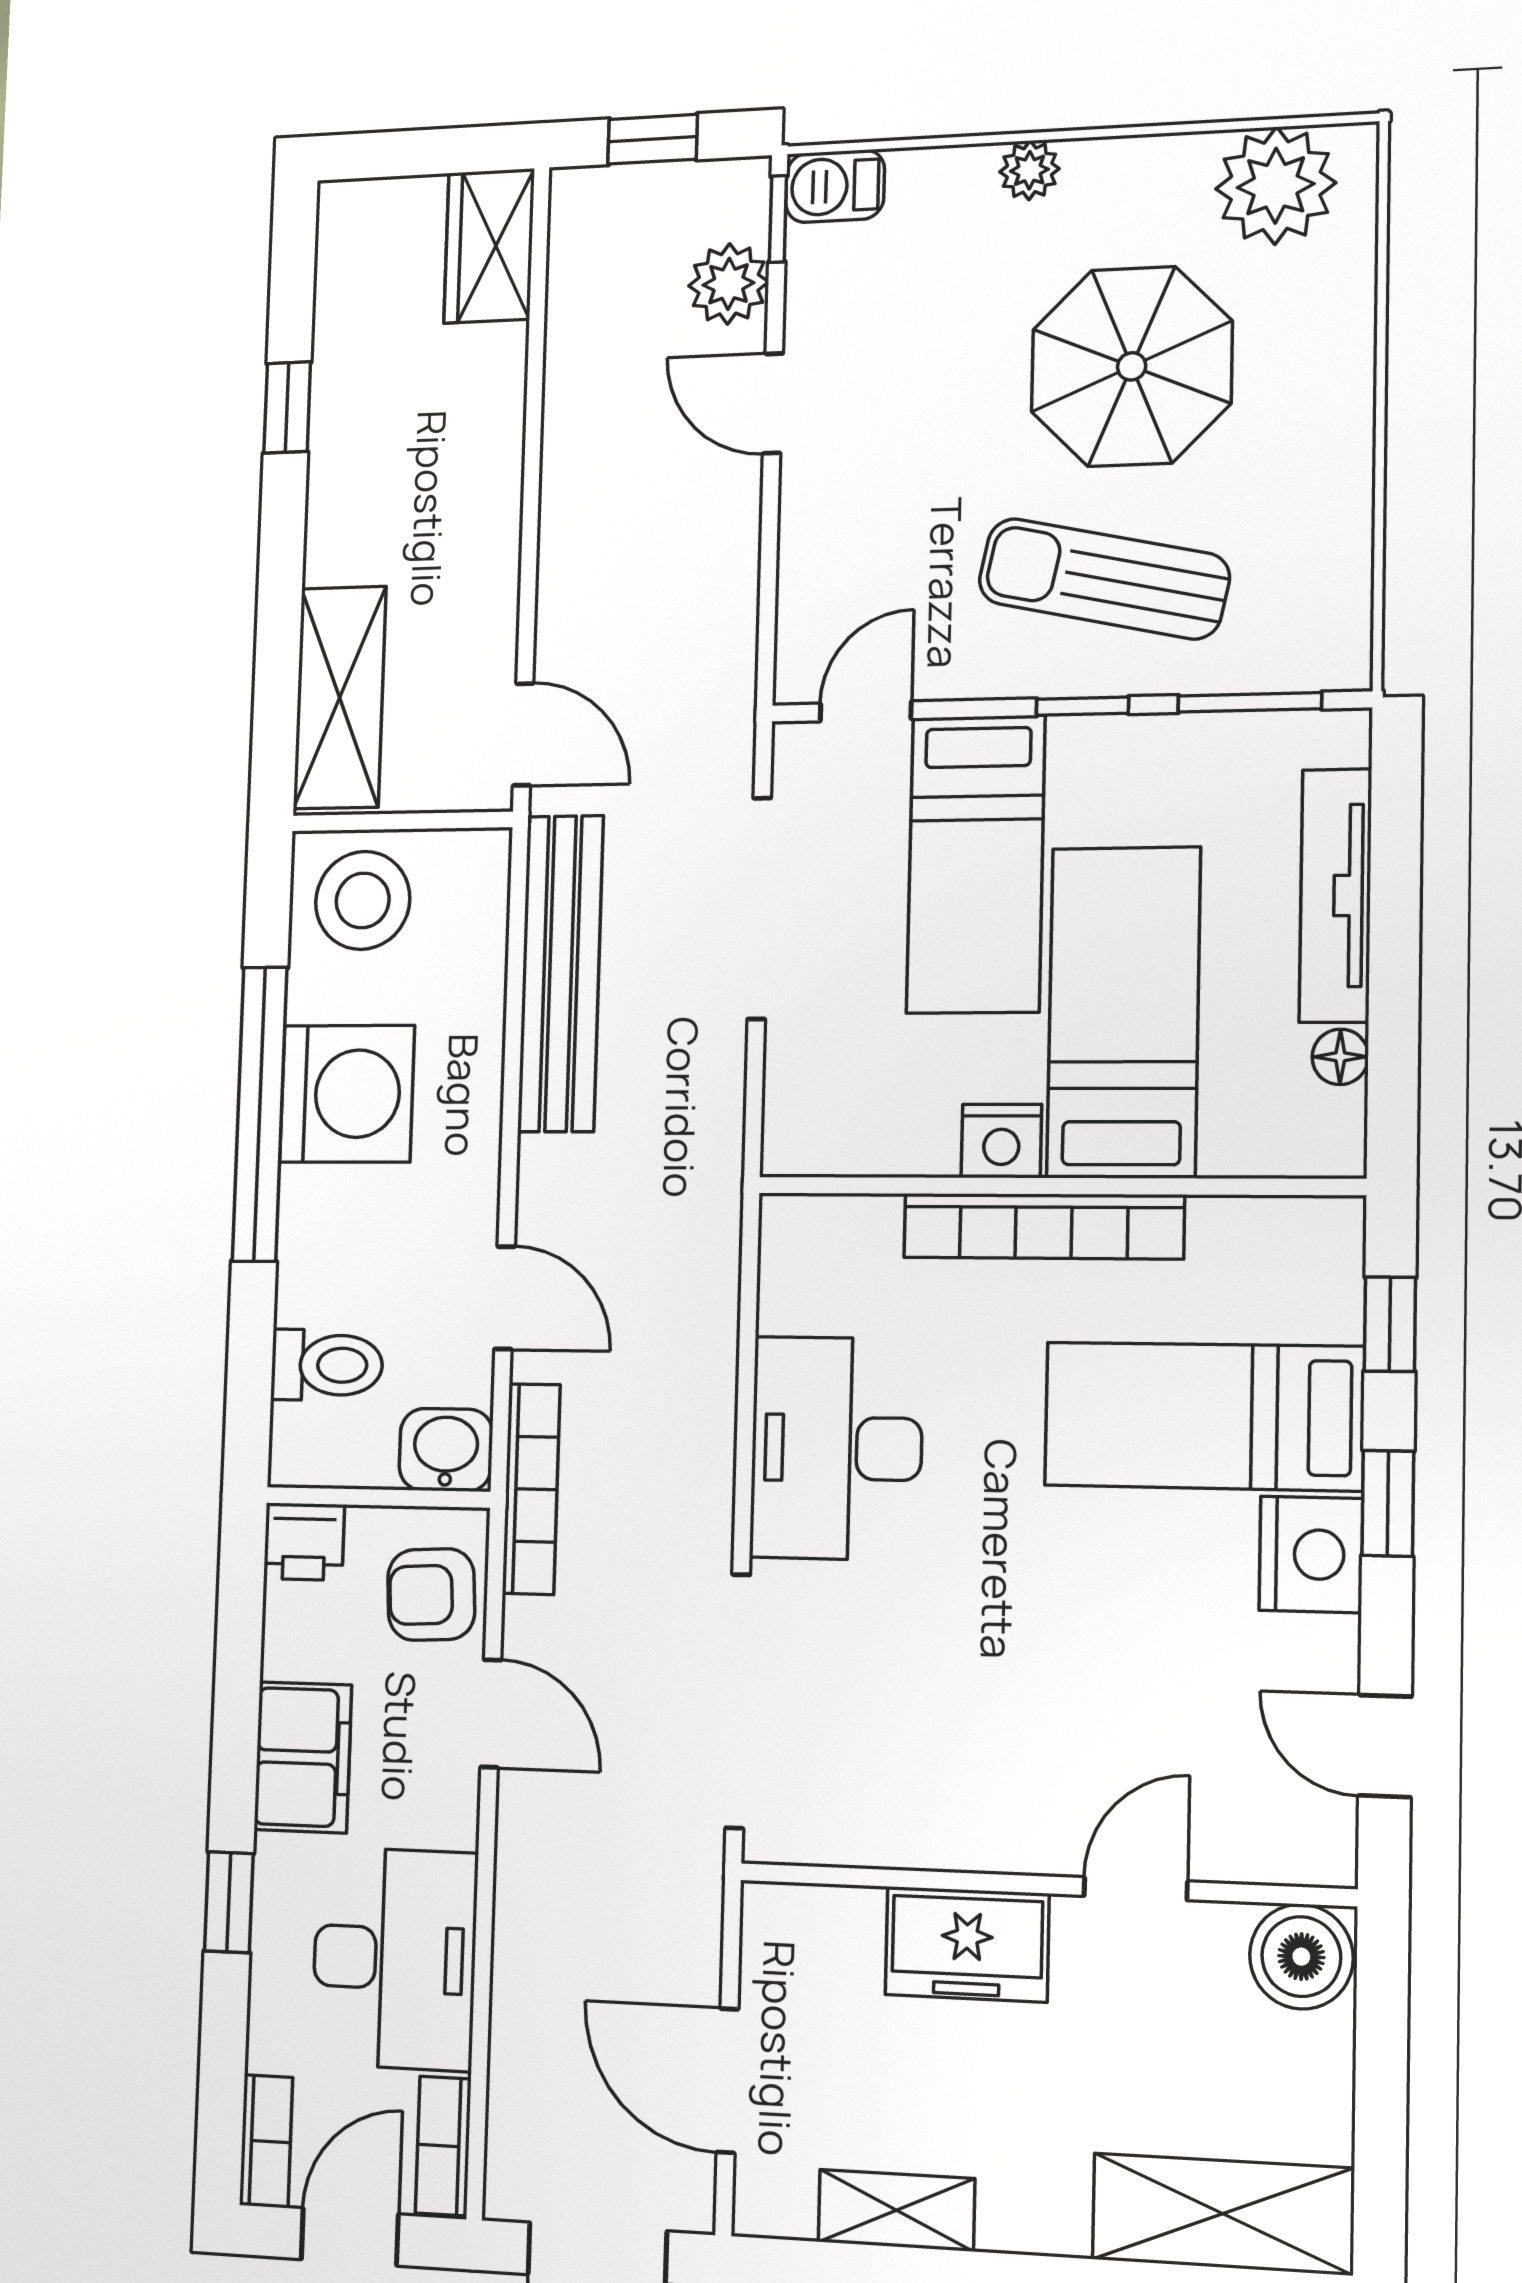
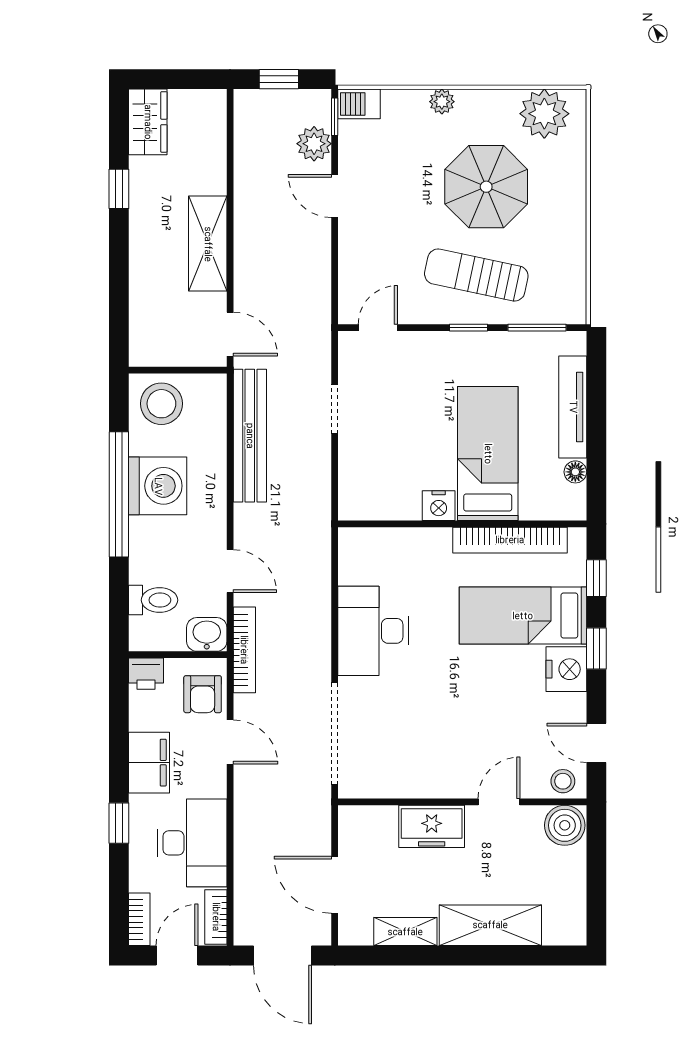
wardrobe: (489, 246) -> (148, 122), moved, turned 180
shelving: (340, 698) -> (208, 244), moved
bed: (976, 864) -> (426, 392), removed
doorway: (759, 908) -> (335, 409), width x0.53
bookcase: (1043, 1226) -> (510, 540), moved
armchair: (431, 1595) -> (203, 694), turned -87
stool: (1298, 1842) -> (563, 781), added
shelving: (1223, 2214) -> (490, 925), moved

